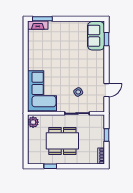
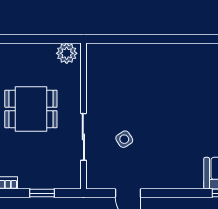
corner sofa: (42, 91) -> (126, 70), removed
dining table: (62, 141) -> (31, 109), width x0.73

